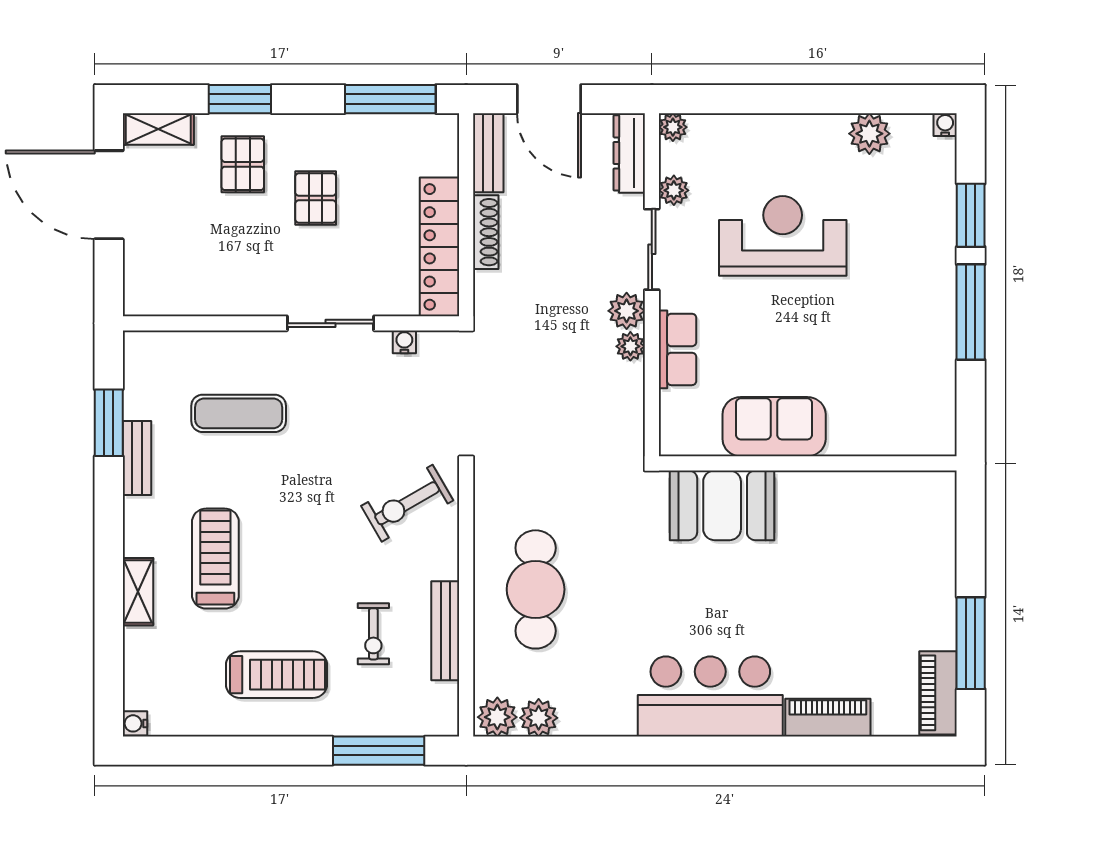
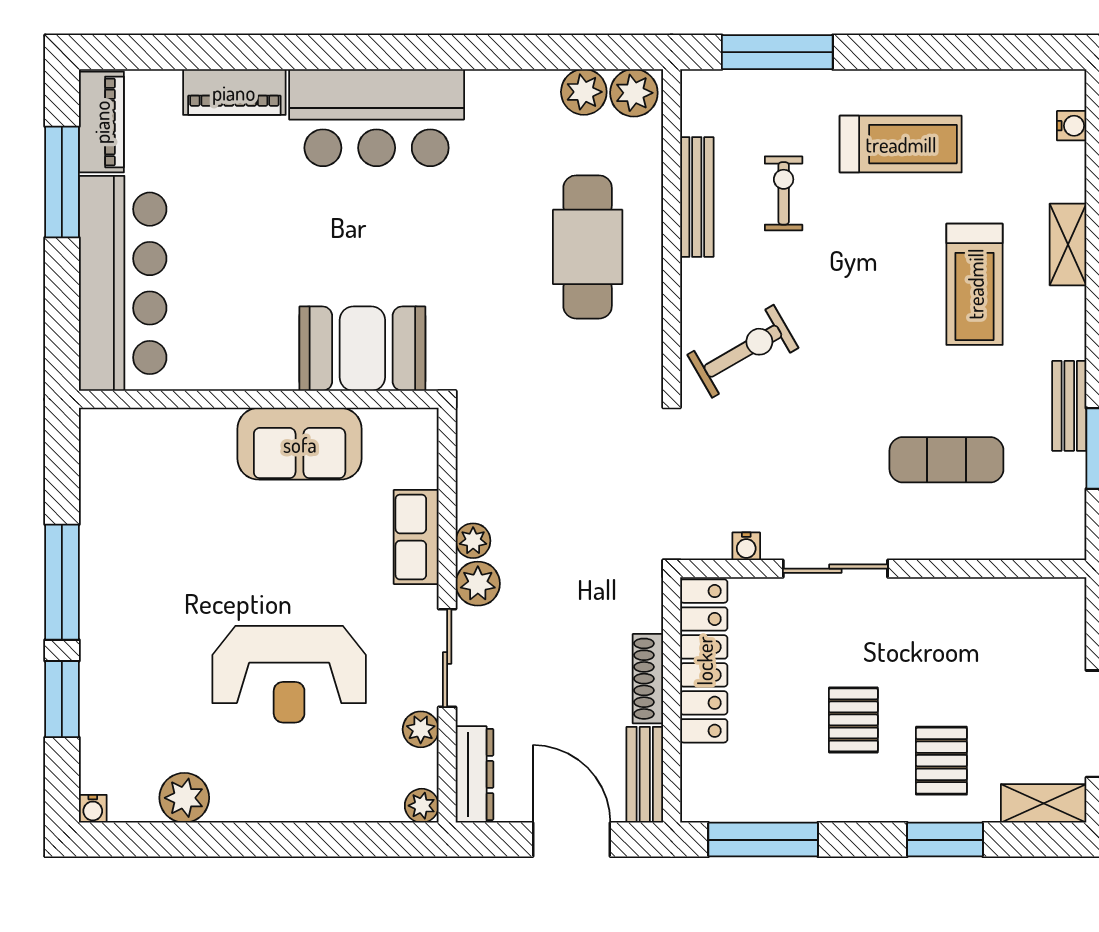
bar counter: (920, 559) -> (123, 283), added
treadmill: (276, 675) -> (901, 144), turned 180
water cooler: (135, 723) -> (1072, 126), moved

